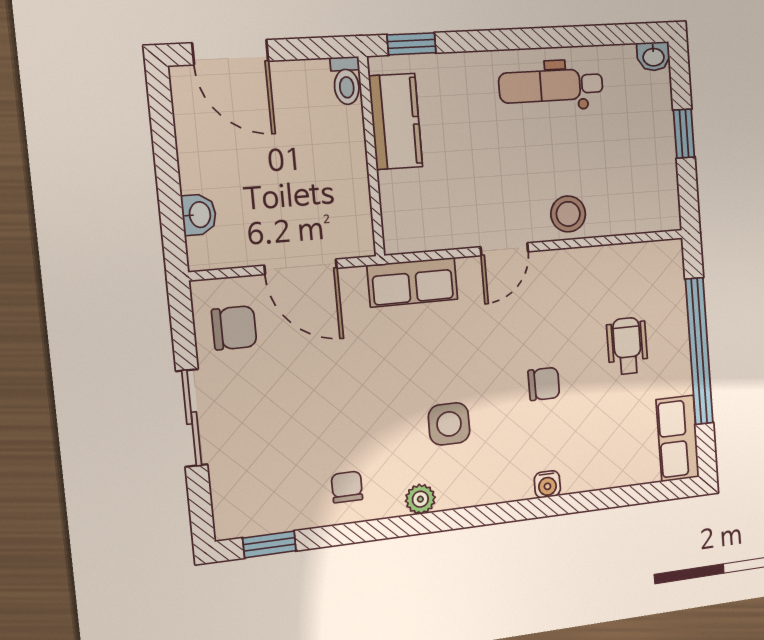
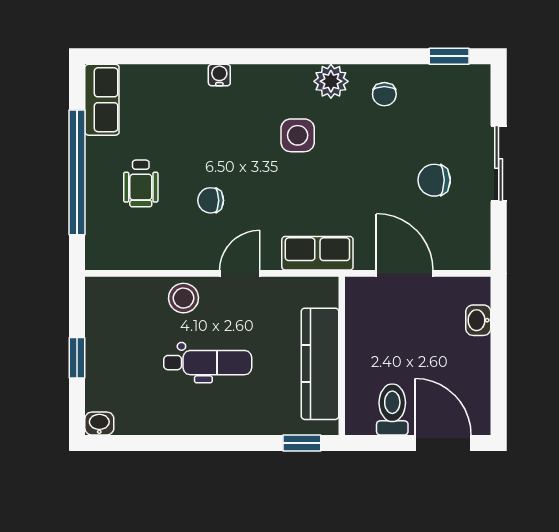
toilet: (346, 81) -> (392, 409), moved, width x1.37, depth x1.39
dental chair: (551, 86) -> (208, 363), moved
kitchen counter: (396, 121) -> (320, 364), width x1.50
chair: (234, 328) -> (434, 180), moved
chair: (544, 384) -> (211, 200), moved
plant: (420, 499) -> (331, 81), width x1.38, depth x1.38

